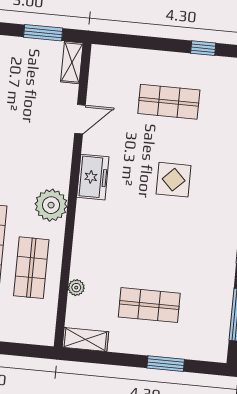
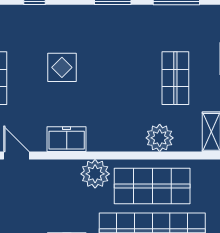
shop shelf: (31, 268) -> (152, 186), width x1.43, depth x1.36
plant: (76, 288) -> (160, 138), width x1.88, depth x1.88

